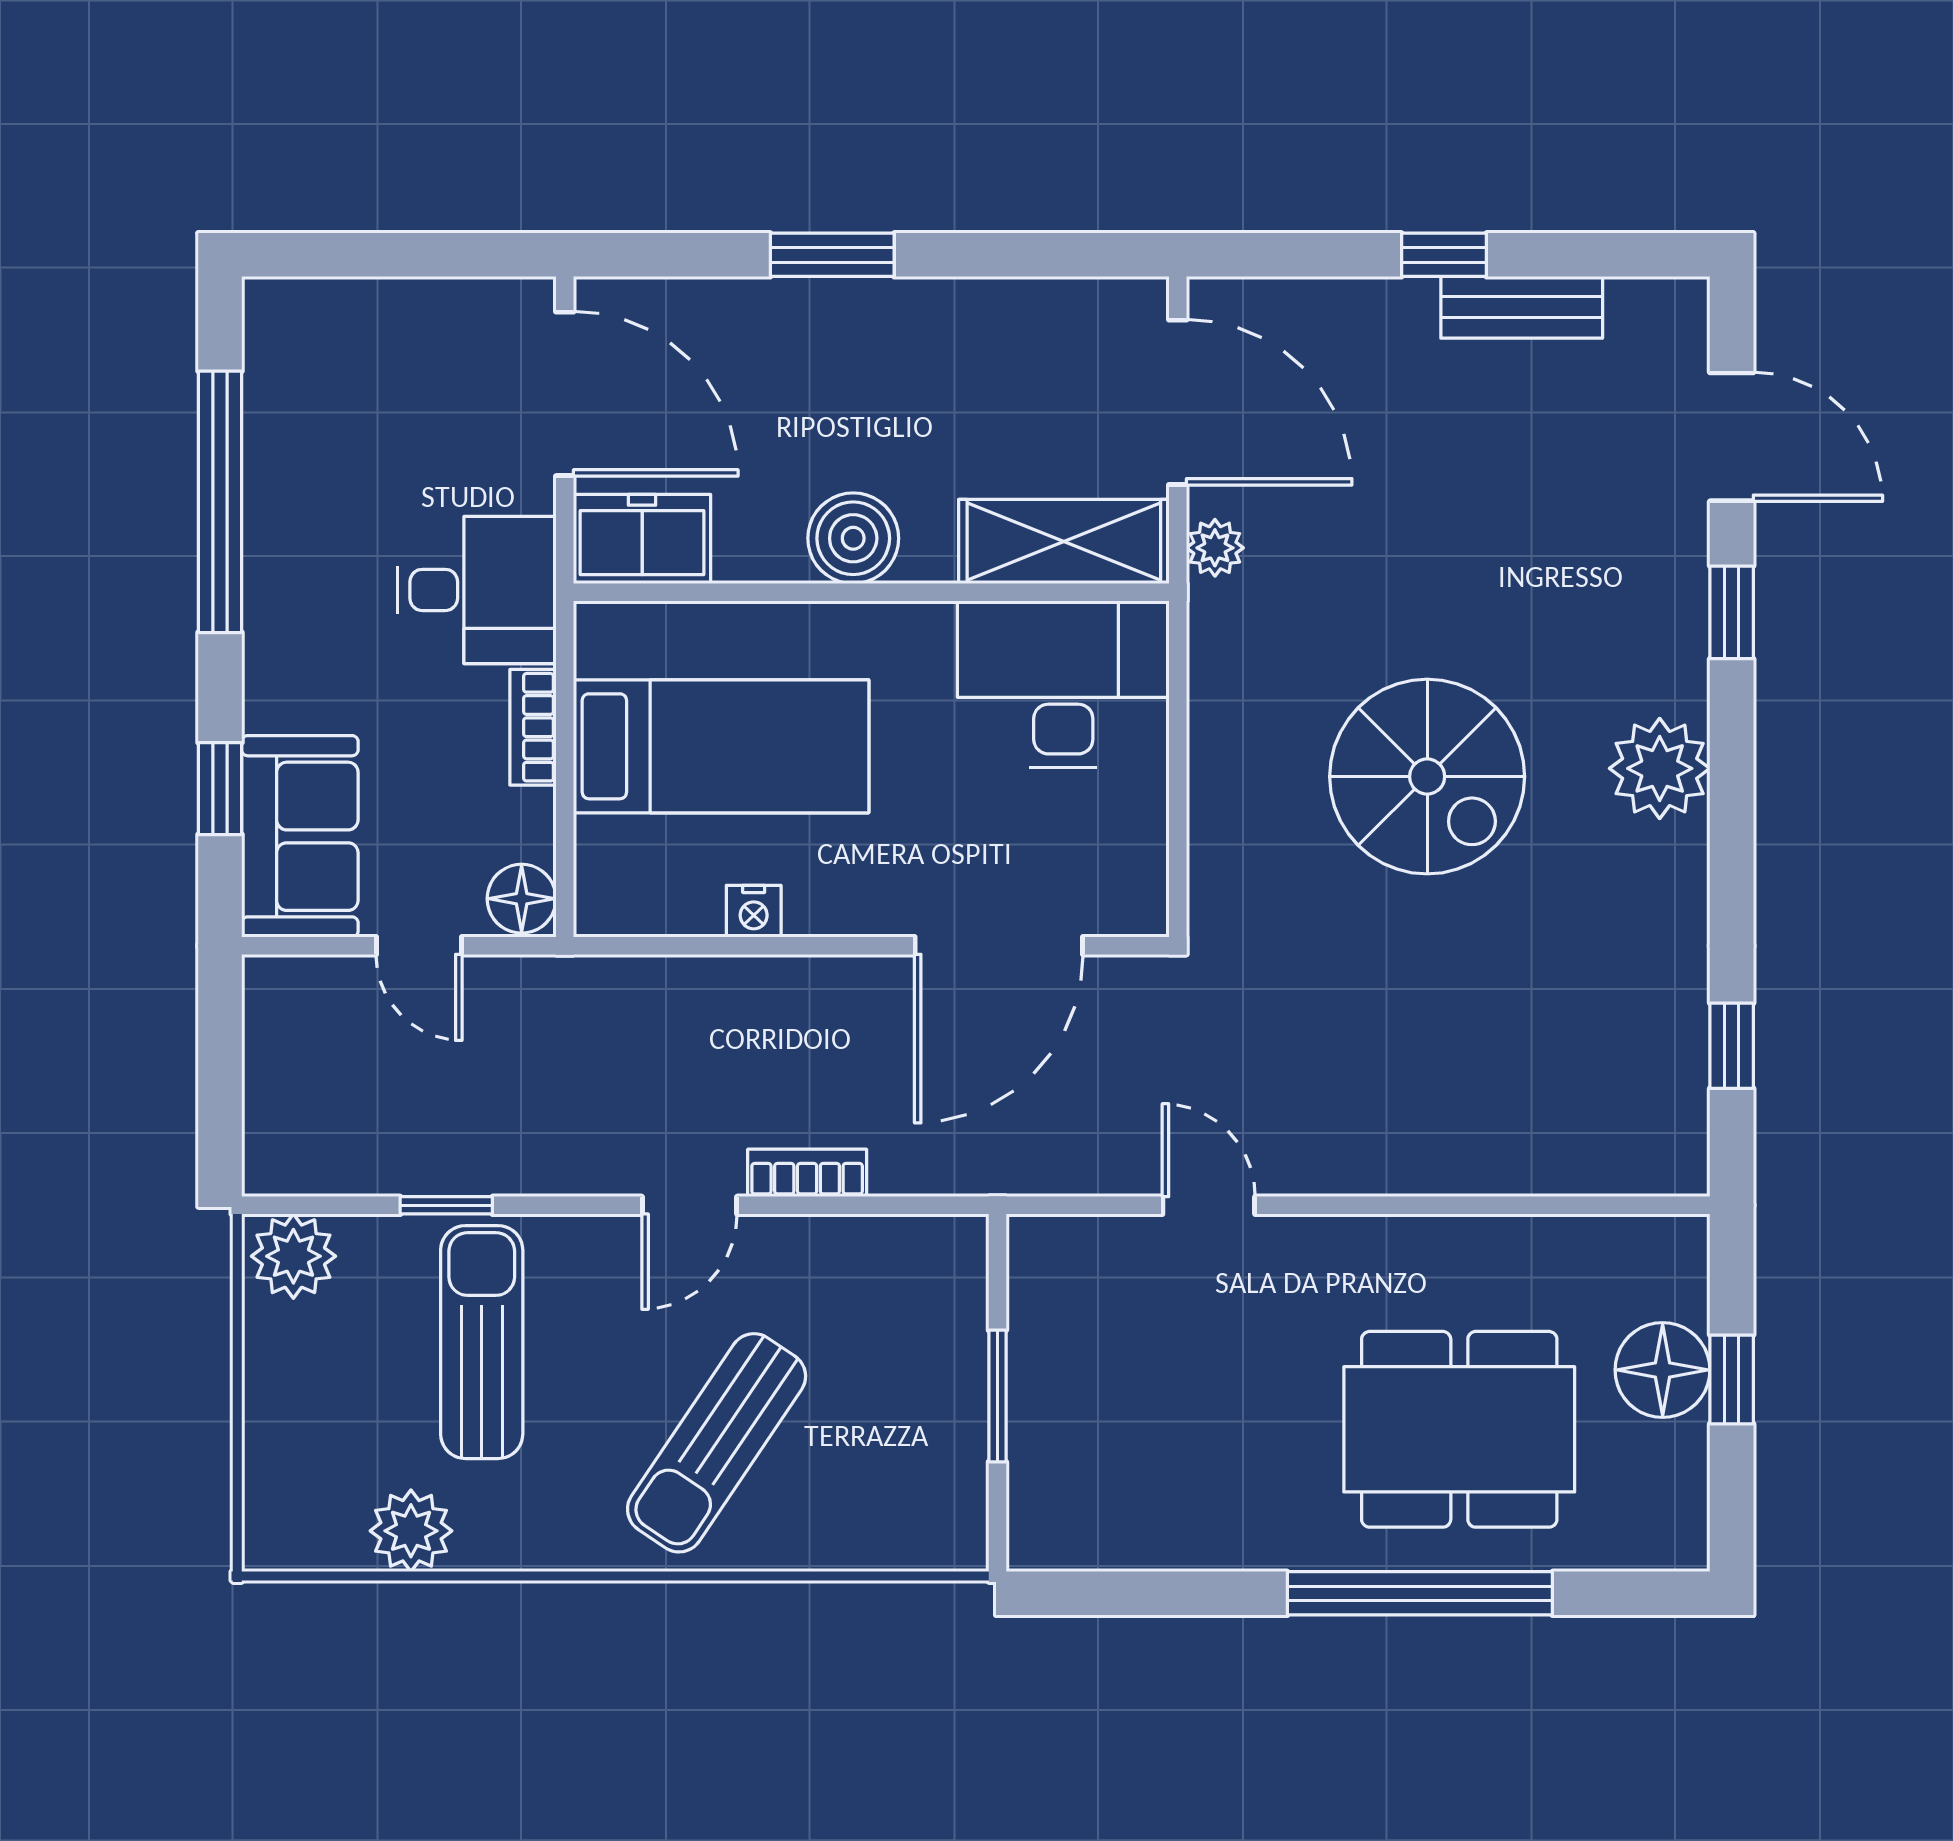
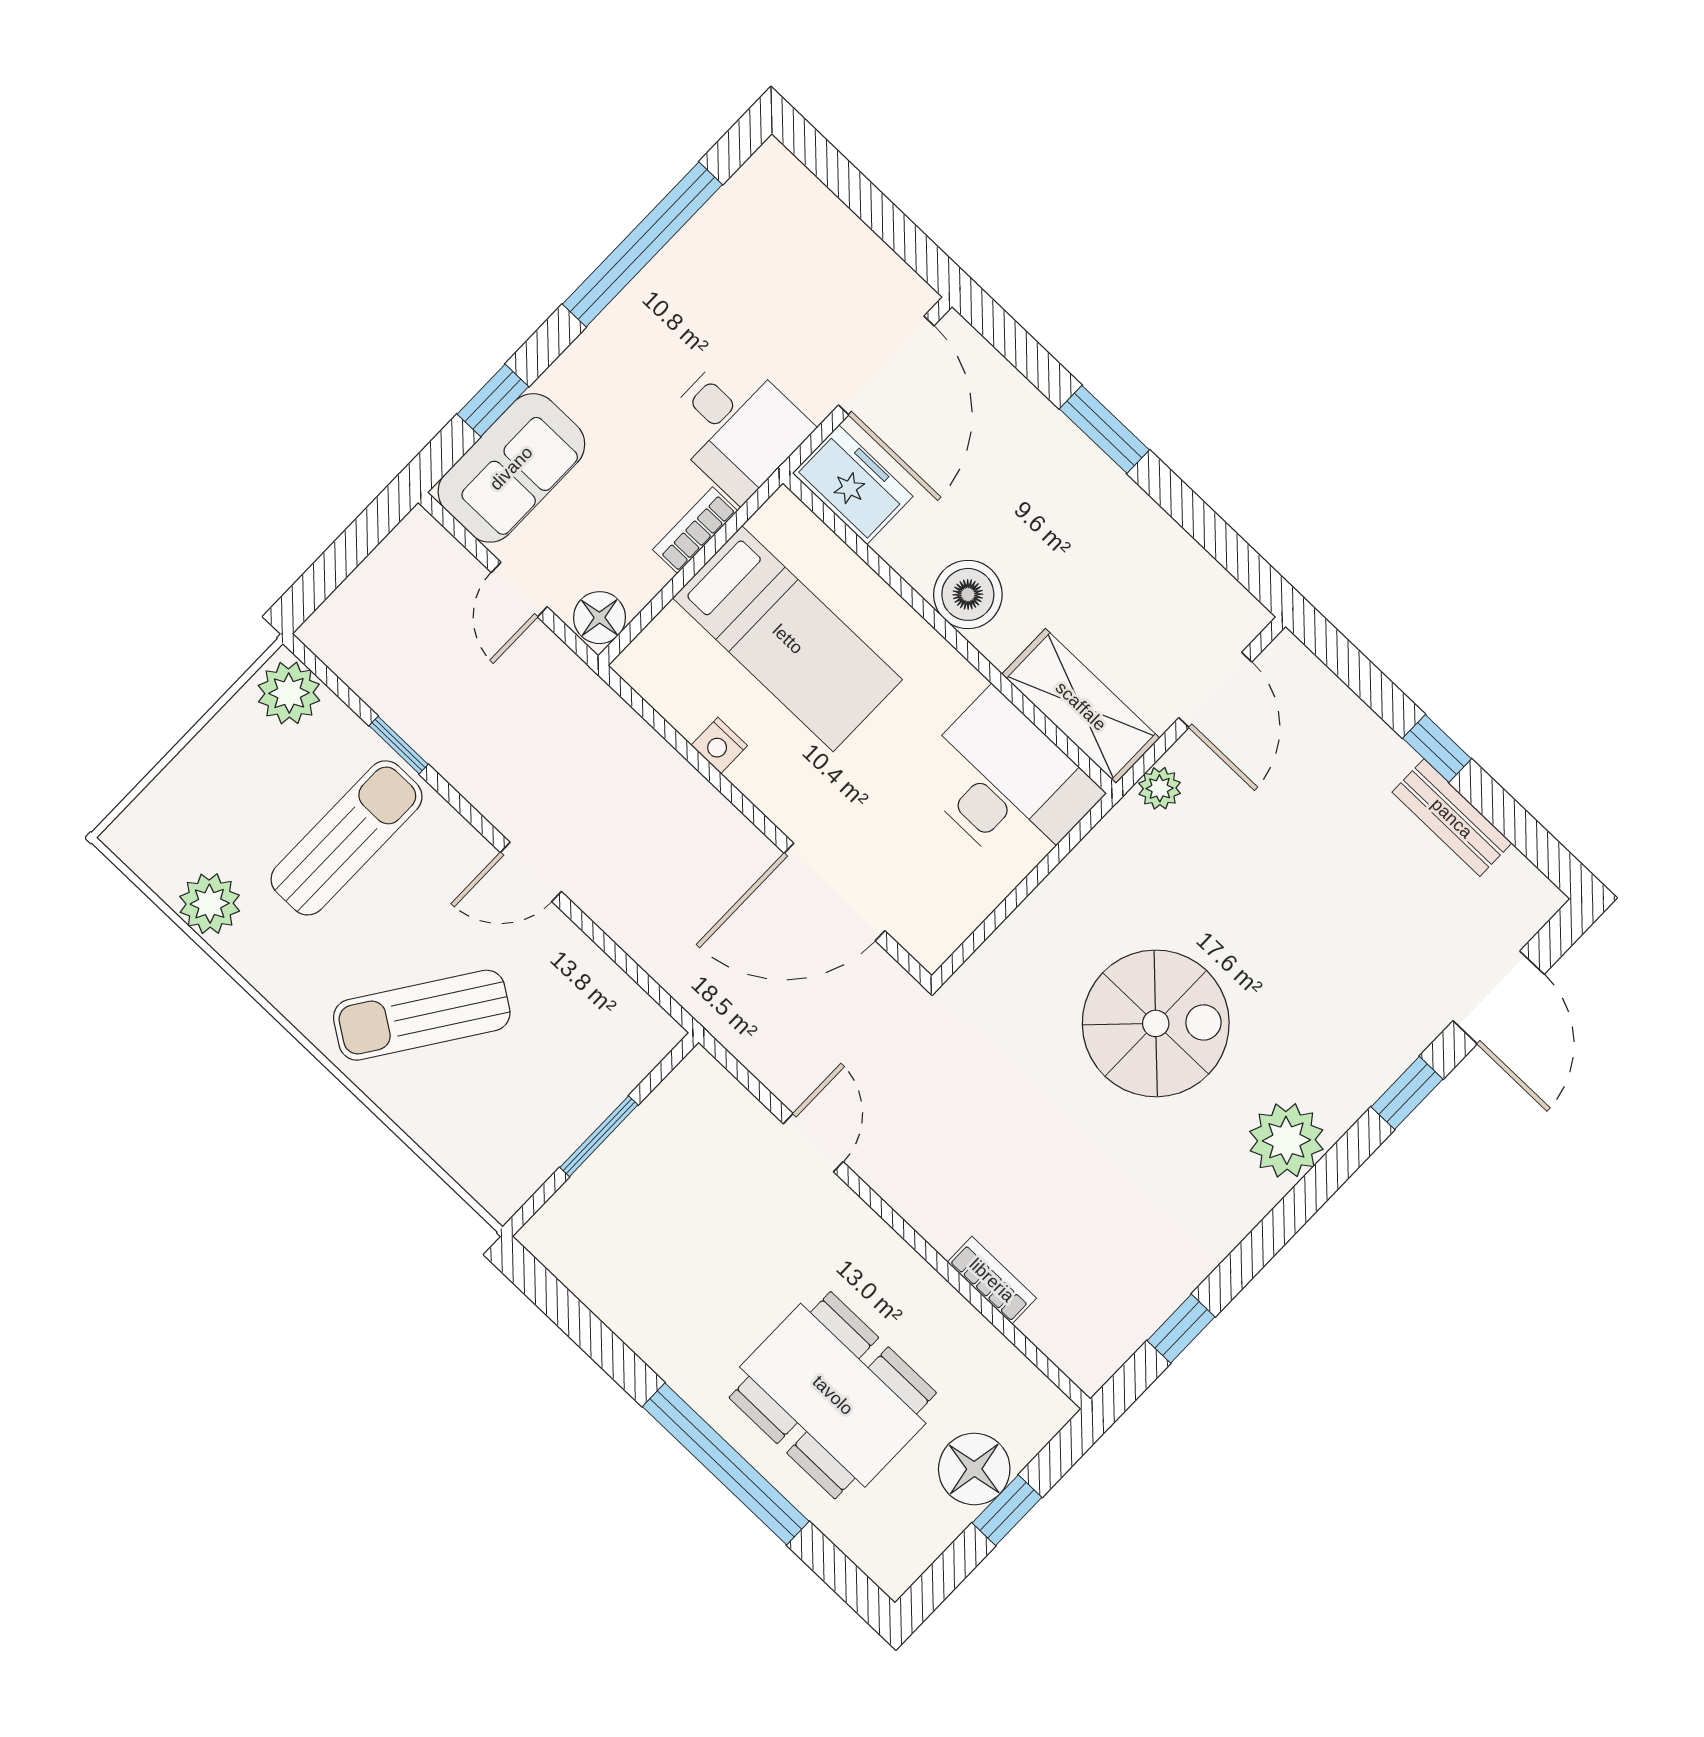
door: (1178, 402) -> (1215, 690), width x0.73
spiral stairs: (1427, 777) -> (1156, 1023), turned -90
bookcase: (807, 1173) -> (992, 1280), moved

